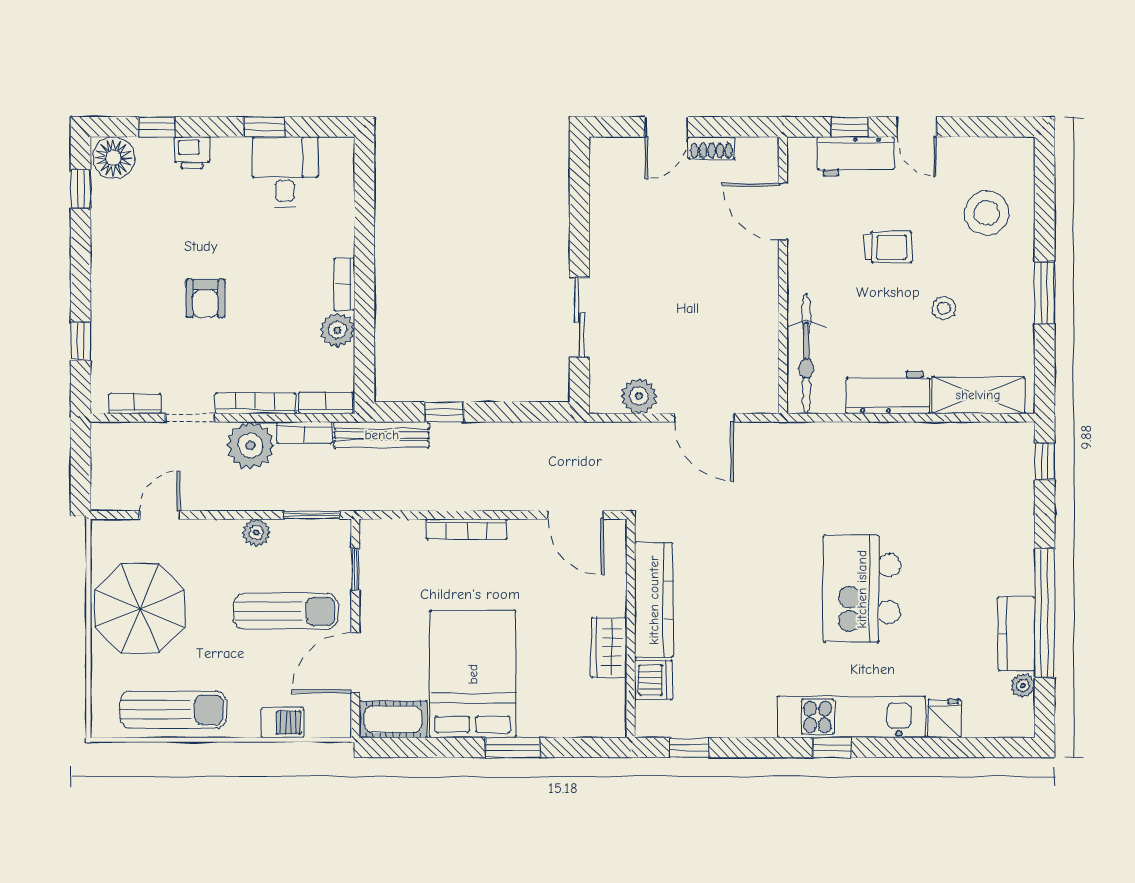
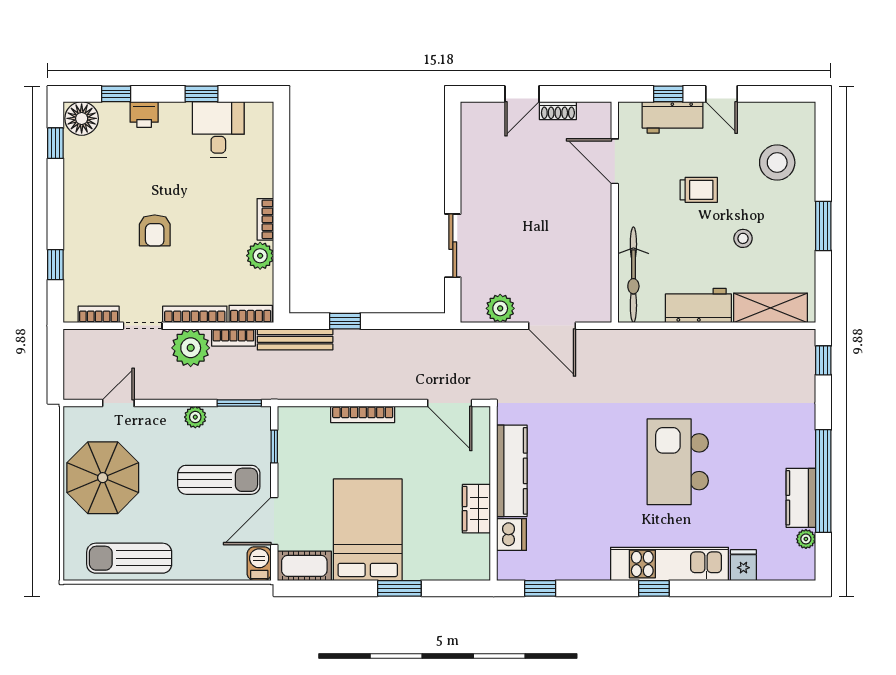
sun lounger: (173, 710) -> (129, 558), turned 180
barbecue: (282, 723) -> (259, 564), moved, turned -90

